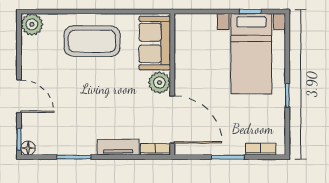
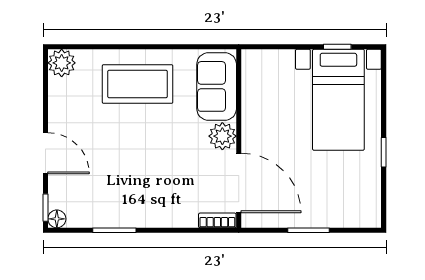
tv unit: (118, 147) -> (170, 218), removed
bookcase: (261, 149) -> (350, 220), removed

